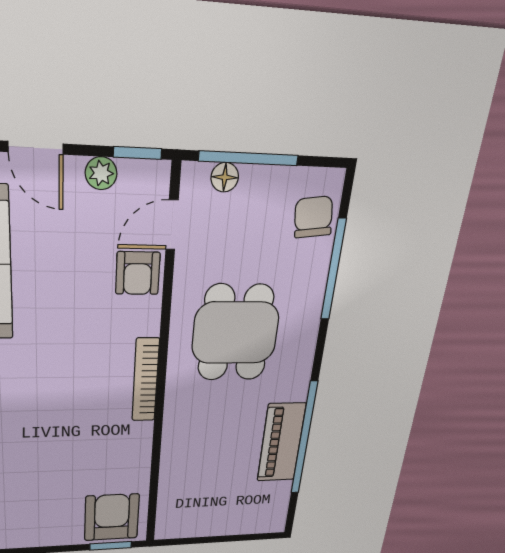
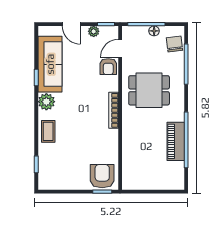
floor lamp: (225, 177) -> (154, 31), moved
dining table: (235, 333) -> (149, 90), turned 90

